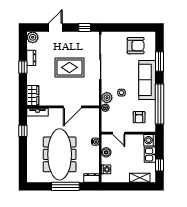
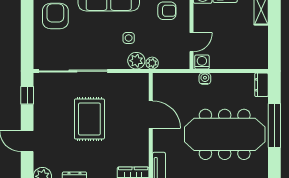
boiler: (106, 152) -> (222, 62), removed
washing machine: (106, 169) -> (202, 62), moved

